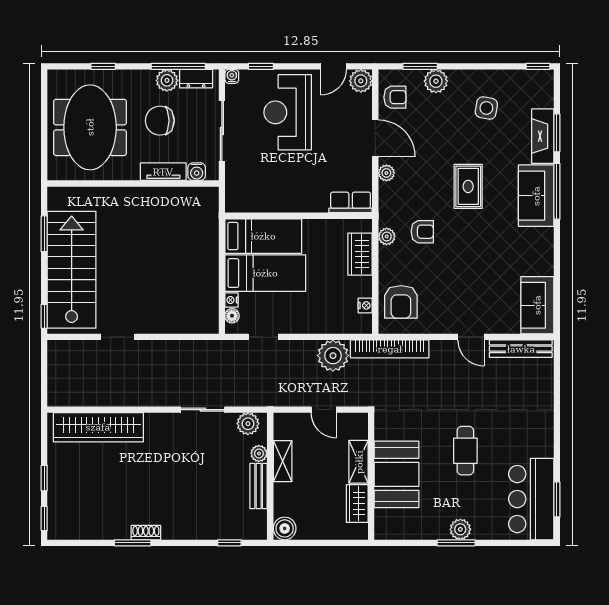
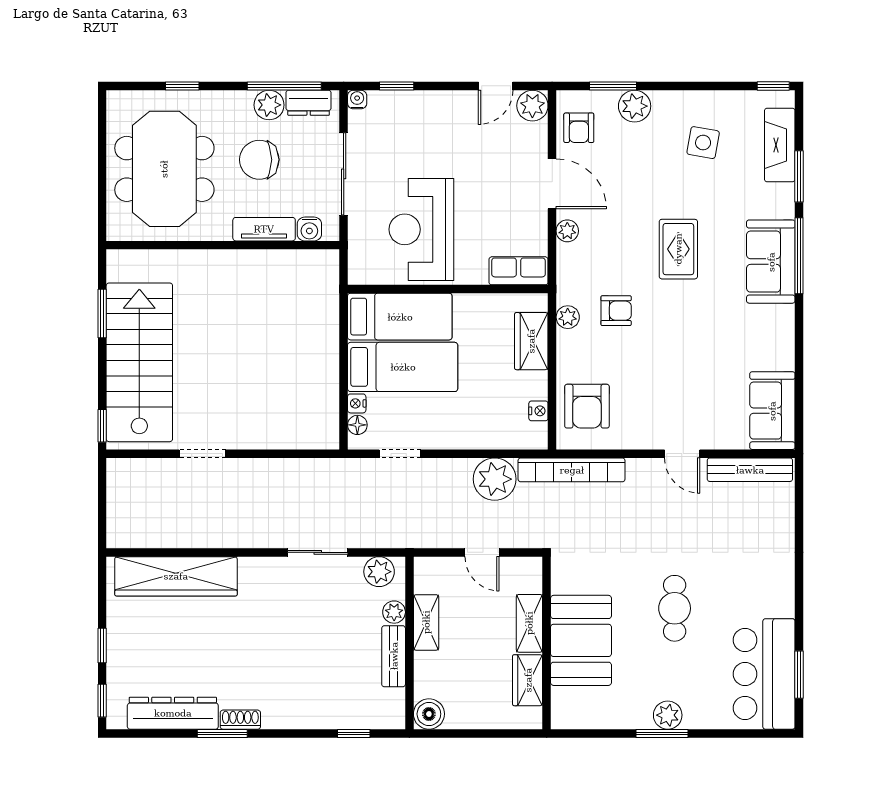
armchair: (395, 97) -> (579, 128), turned 90
reception desk: (288, 112) -> (421, 229), moved
fireplace: (543, 136) -> (780, 145), moved
dresser: (96, 528) -> (173, 713), added

